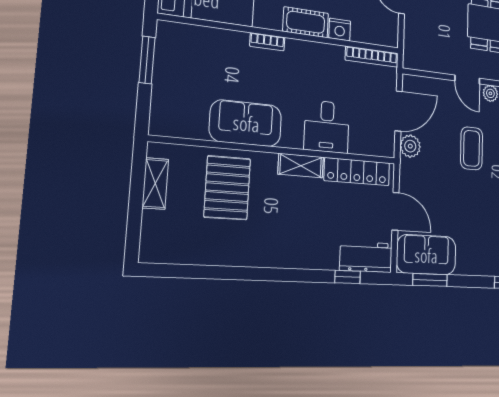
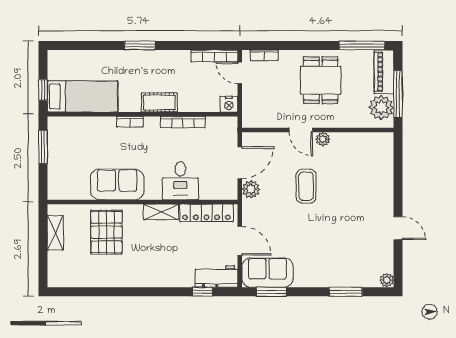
nightstand: (340, 29) -> (229, 104), moved
bookcase: (372, 57) -> (183, 122), moved

